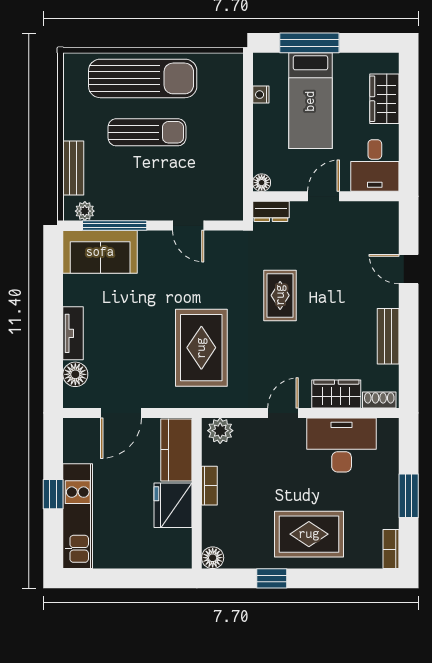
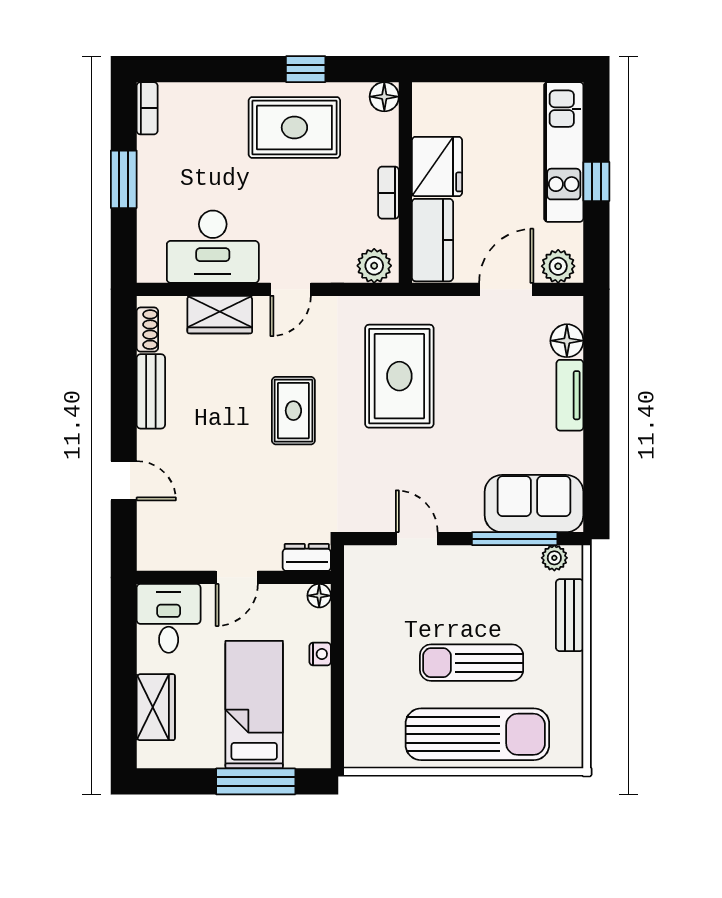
sun lounger: (143, 78) -> (477, 734), turned 180
nightstand: (261, 95) -> (320, 654), moved
rug: (280, 295) -> (293, 411), moved
shoe rack: (379, 400) -> (147, 330), moved, turned -90
plant: (82, 430) -> (558, 266), added
rug: (309, 534) -> (294, 127), moved

